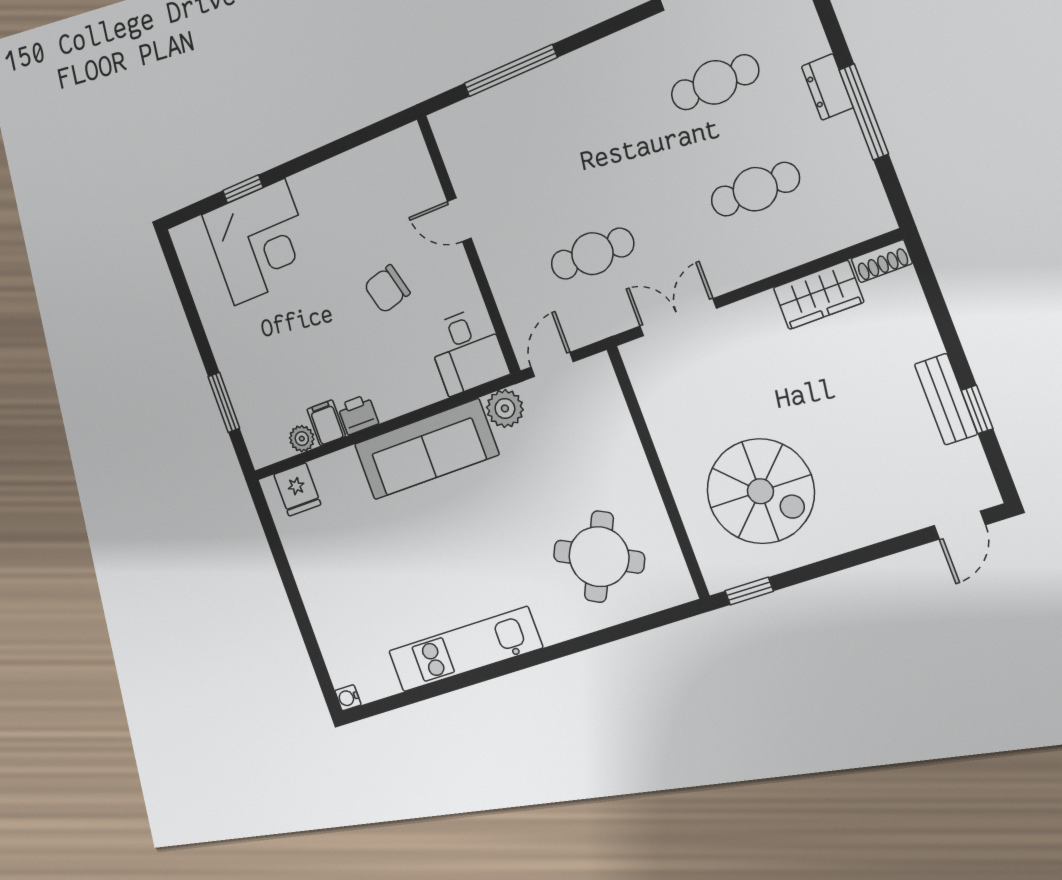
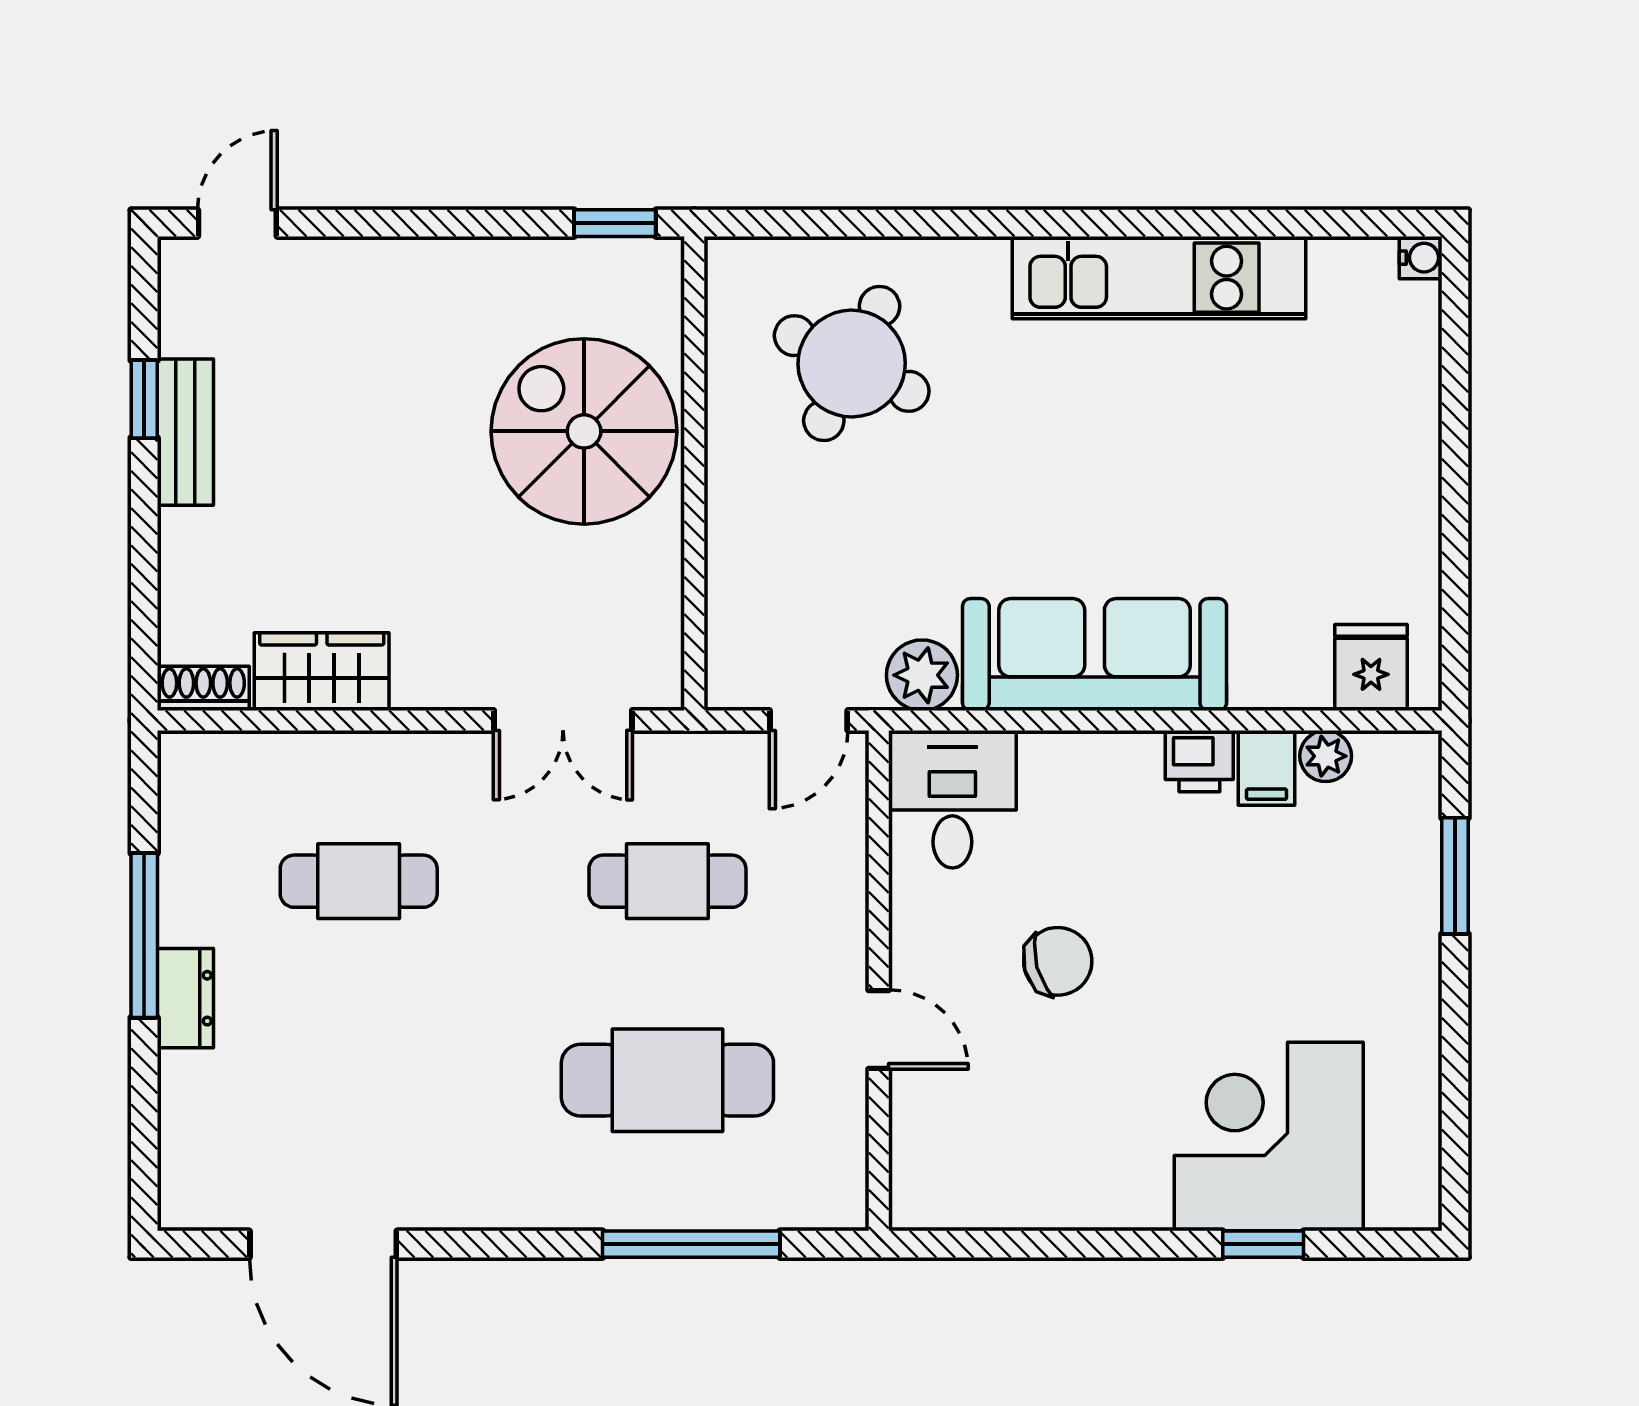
cafe table: (715, 82) -> (667, 1080), moved, width x1.37, depth x1.35
spiral stairs: (760, 491) -> (584, 431), moved

